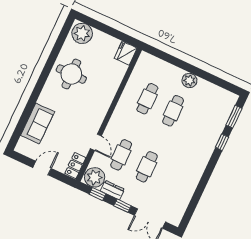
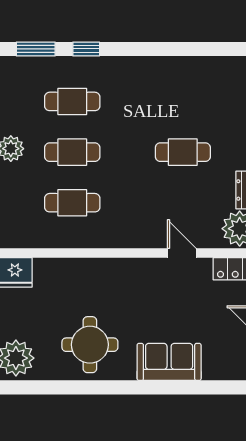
sofa: (37, 124) -> (169, 362), moved
door: (96, 142) -> (182, 253), hinge flipped
cafe table: (121, 155) -> (72, 101), moved

